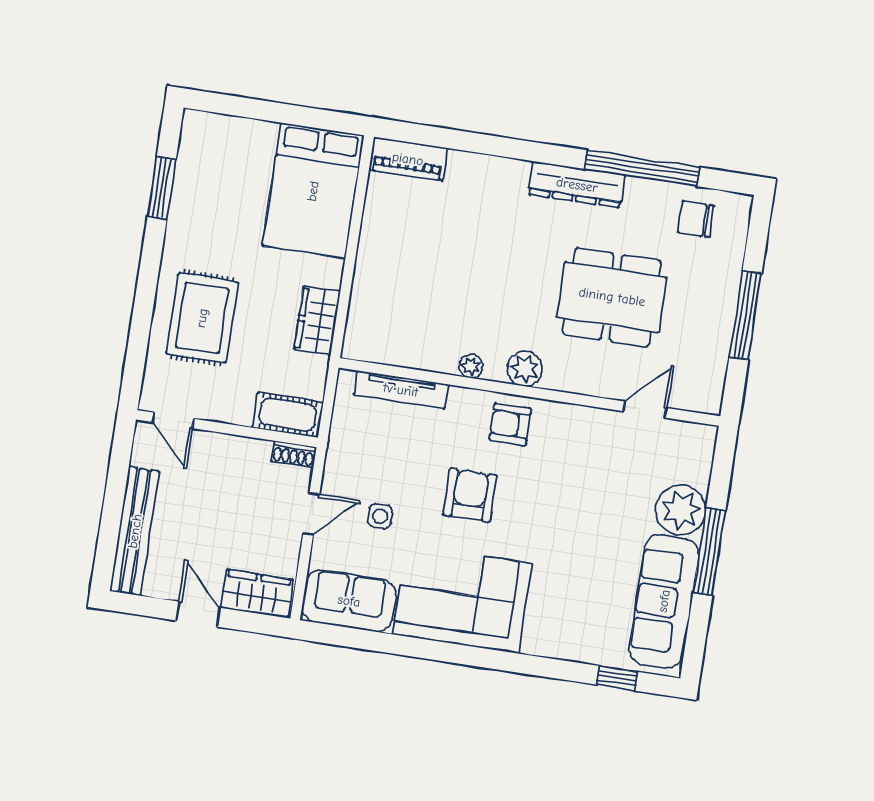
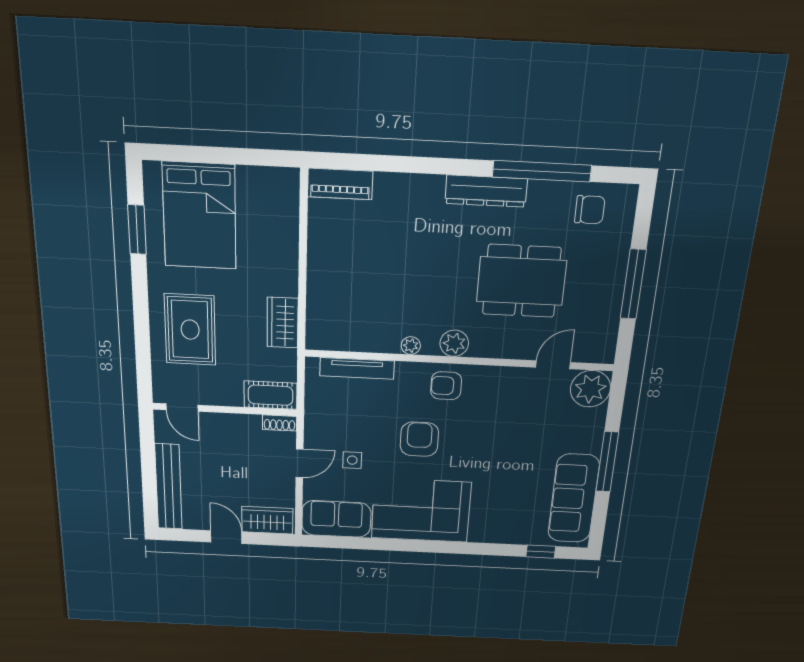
bed: (313, 191) -> (200, 216), moved
chair: (696, 219) -> (590, 210), turned 180
plant: (681, 510) -> (590, 389), moved

